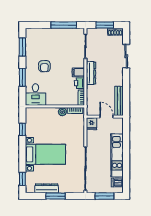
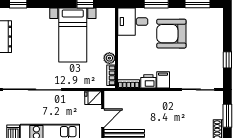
window: (64, 25) -> (227, 60), width x0.46
armchair: (44, 66) -> (171, 34), width x1.88, depth x1.88
dresser: (91, 73) -> (162, 97), removed
bed with nightstands: (45, 154) -> (73, 35), moved

